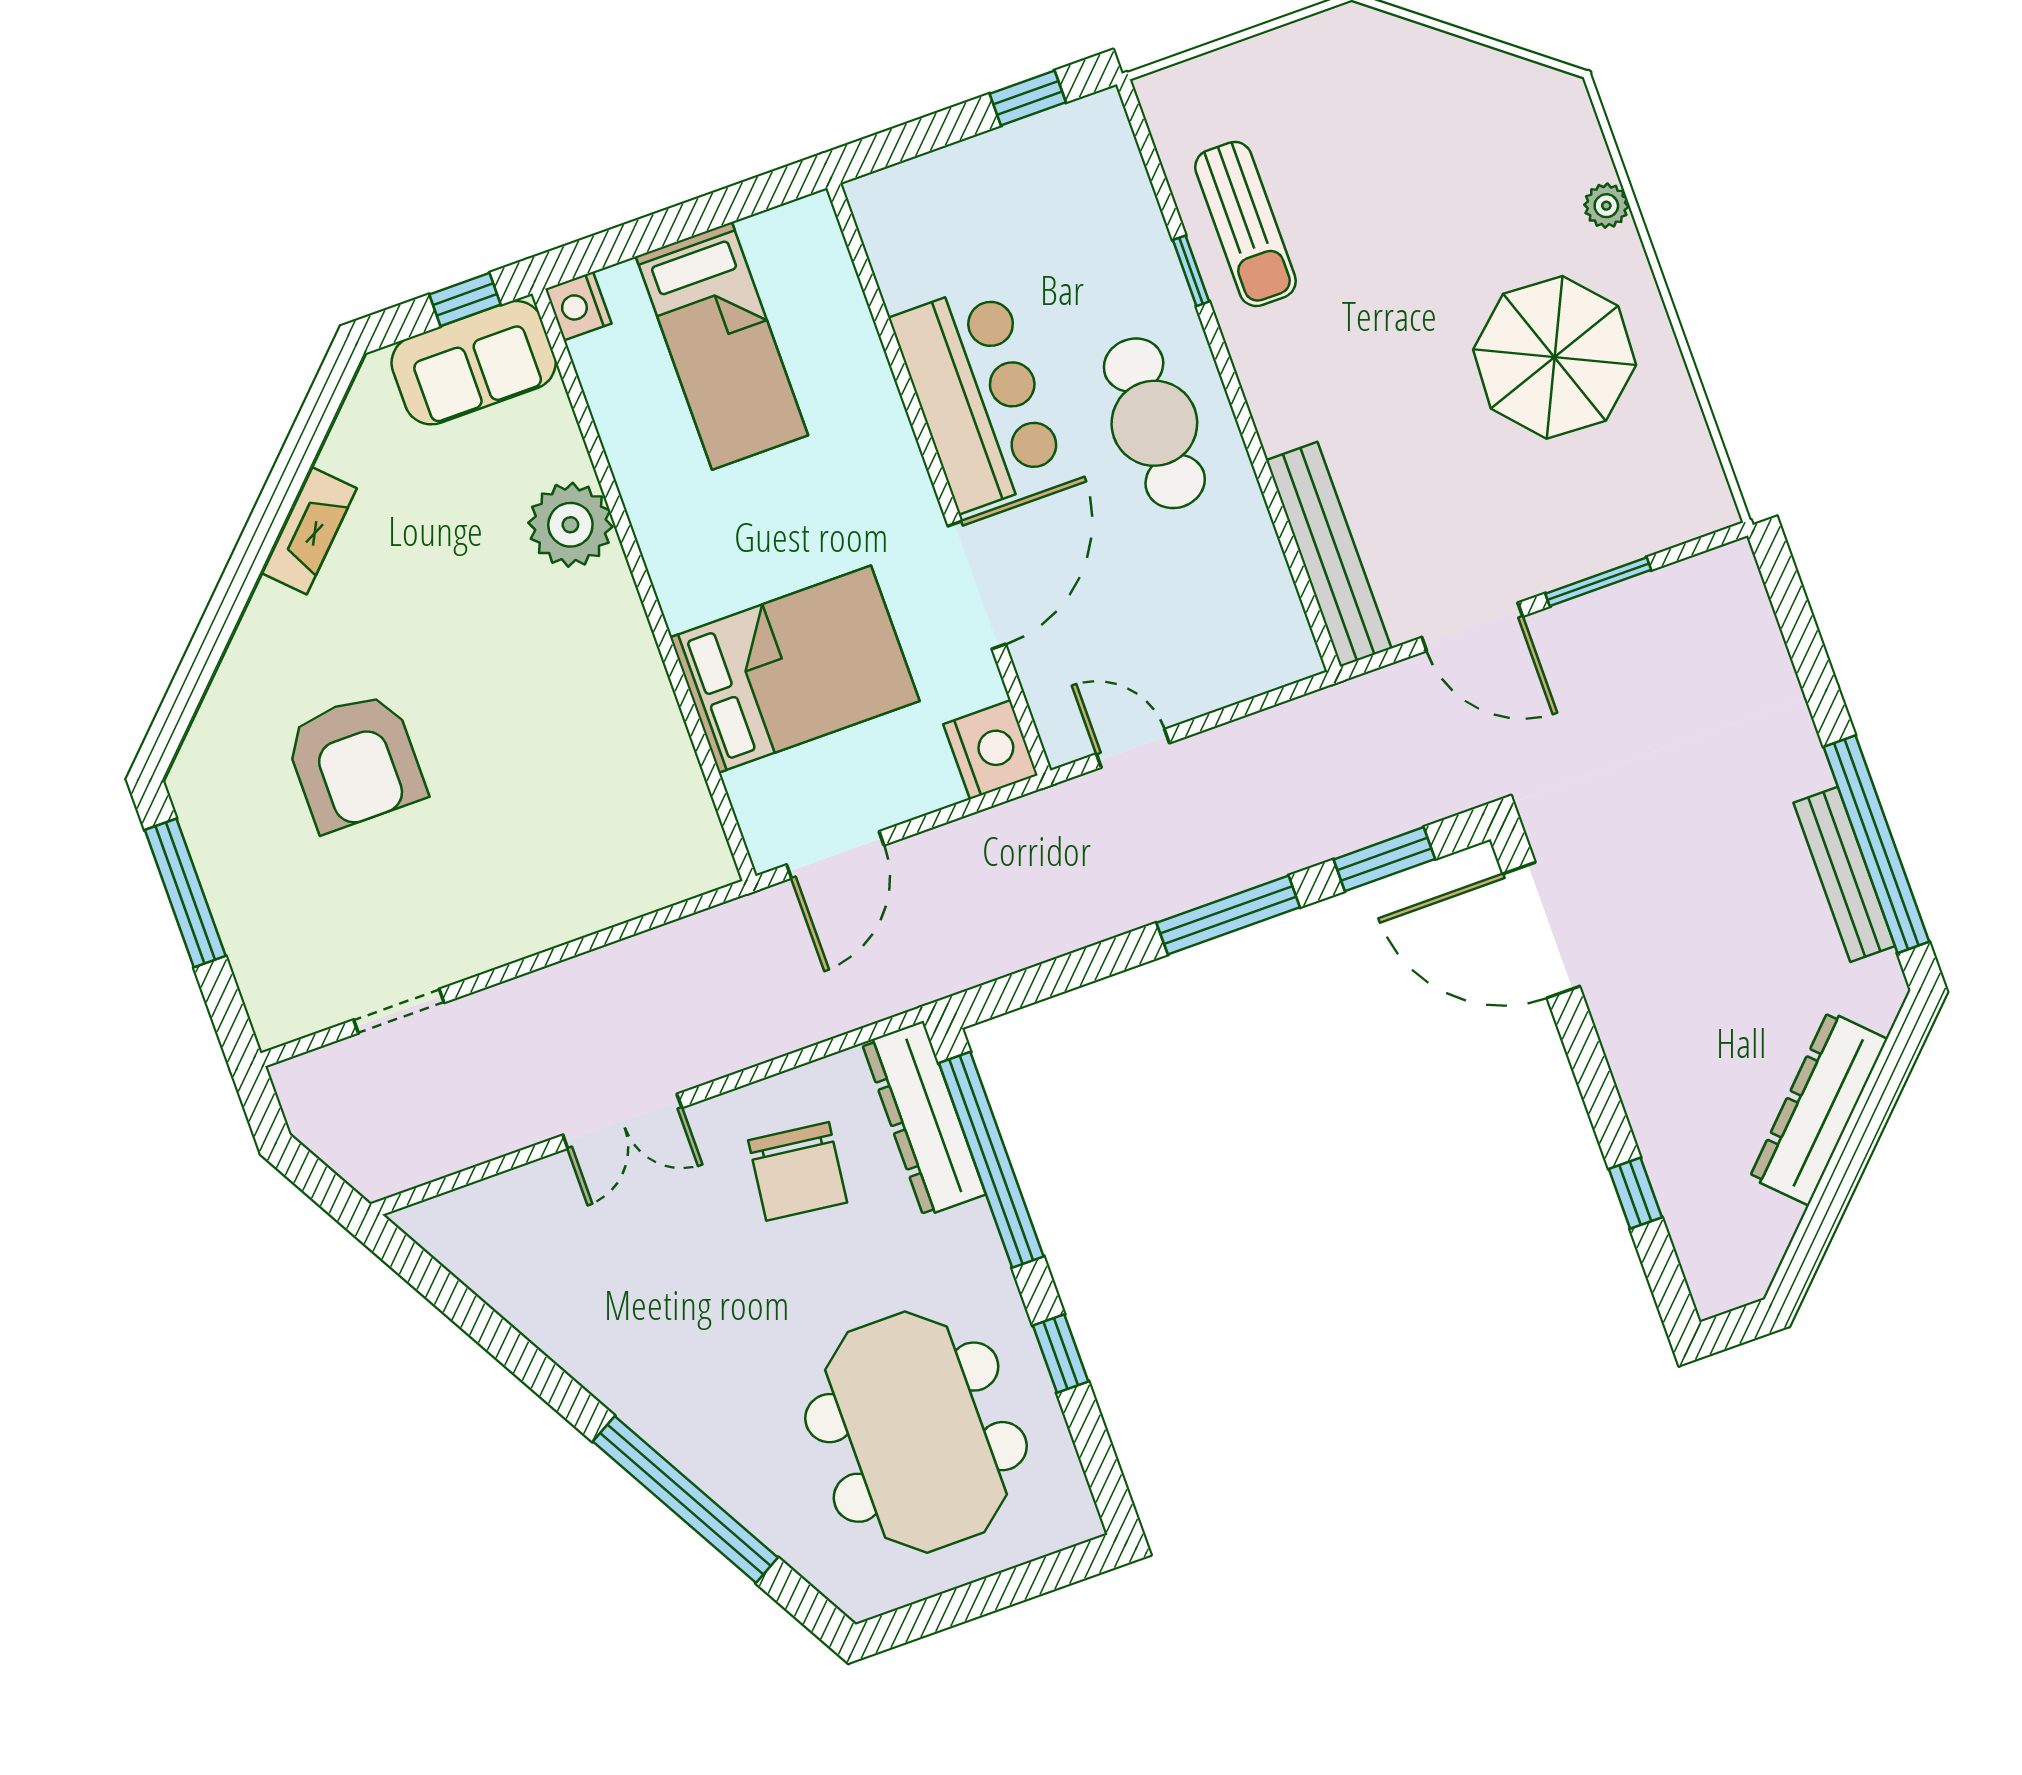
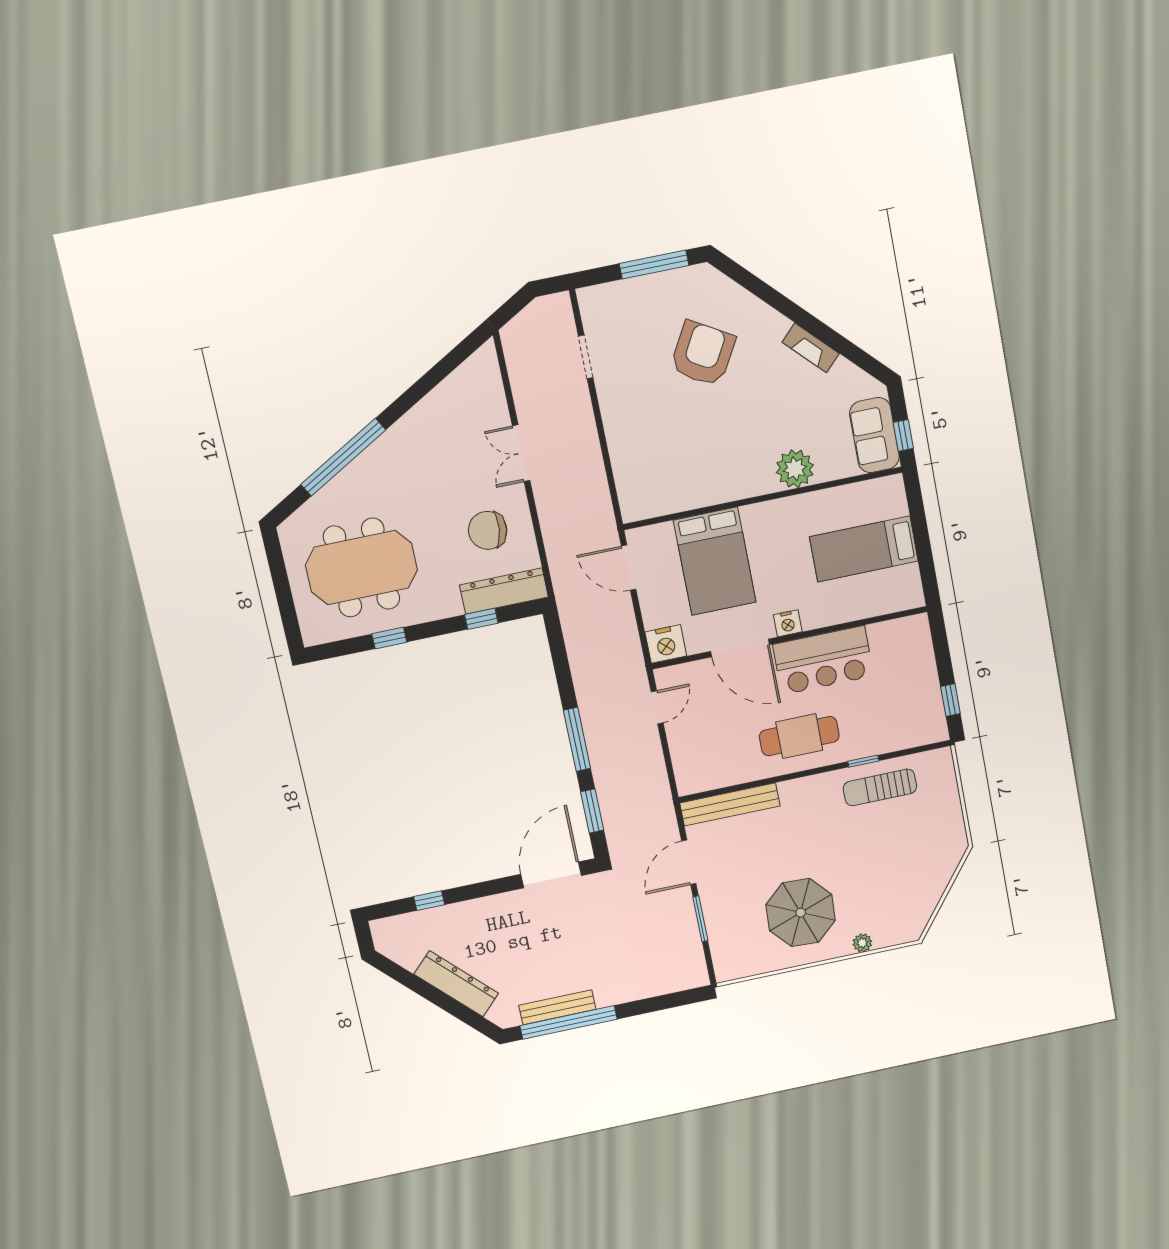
nightstand: (578, 306) -> (788, 623), moved, turned 180
armchair: (355, 762) -> (703, 354), turned 120
window: (991, 1160) -> (481, 619), width x0.32

